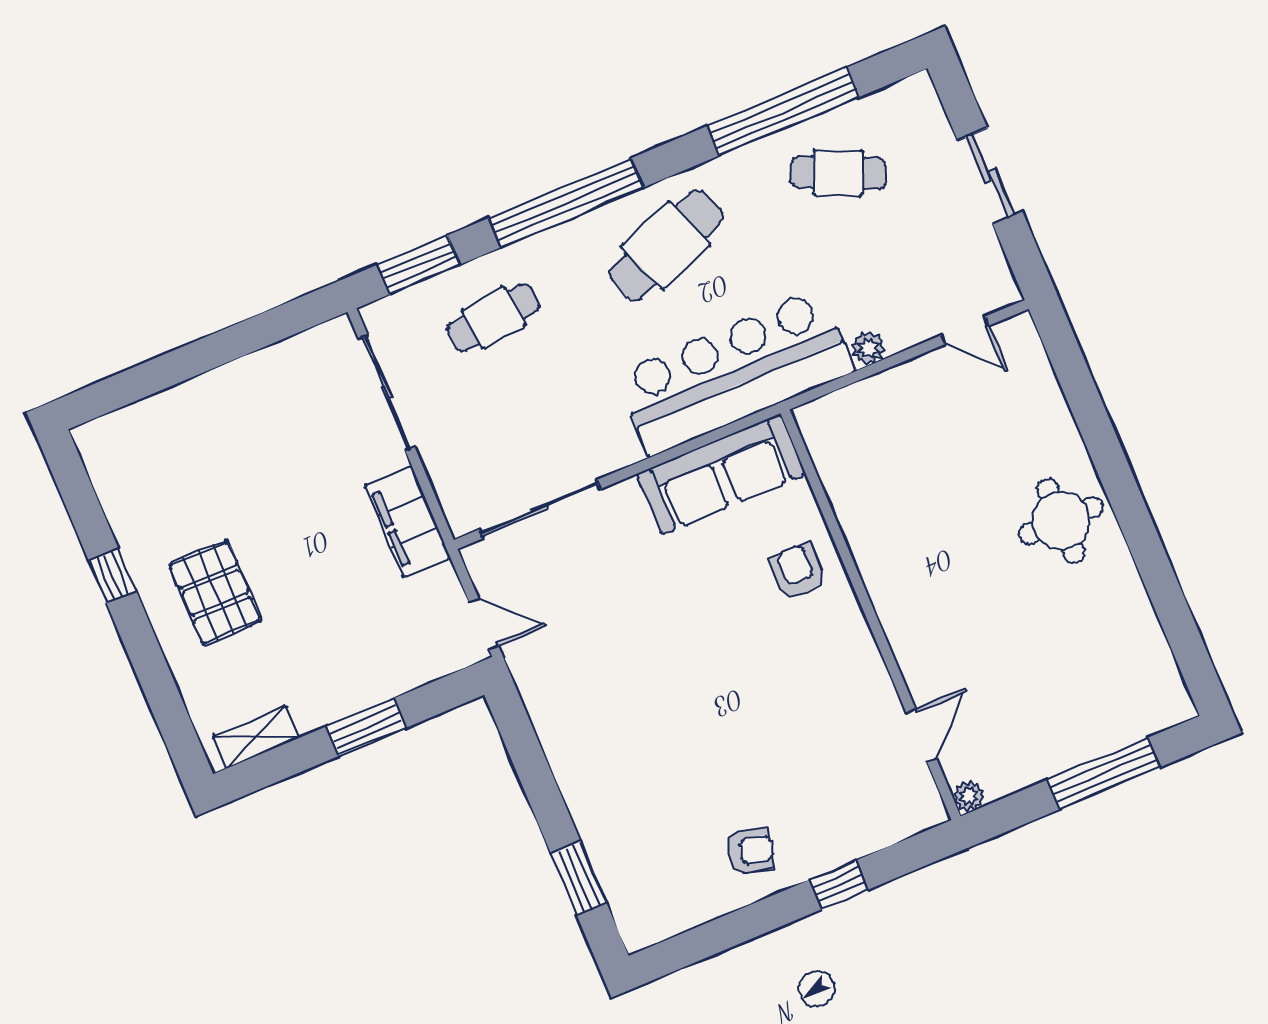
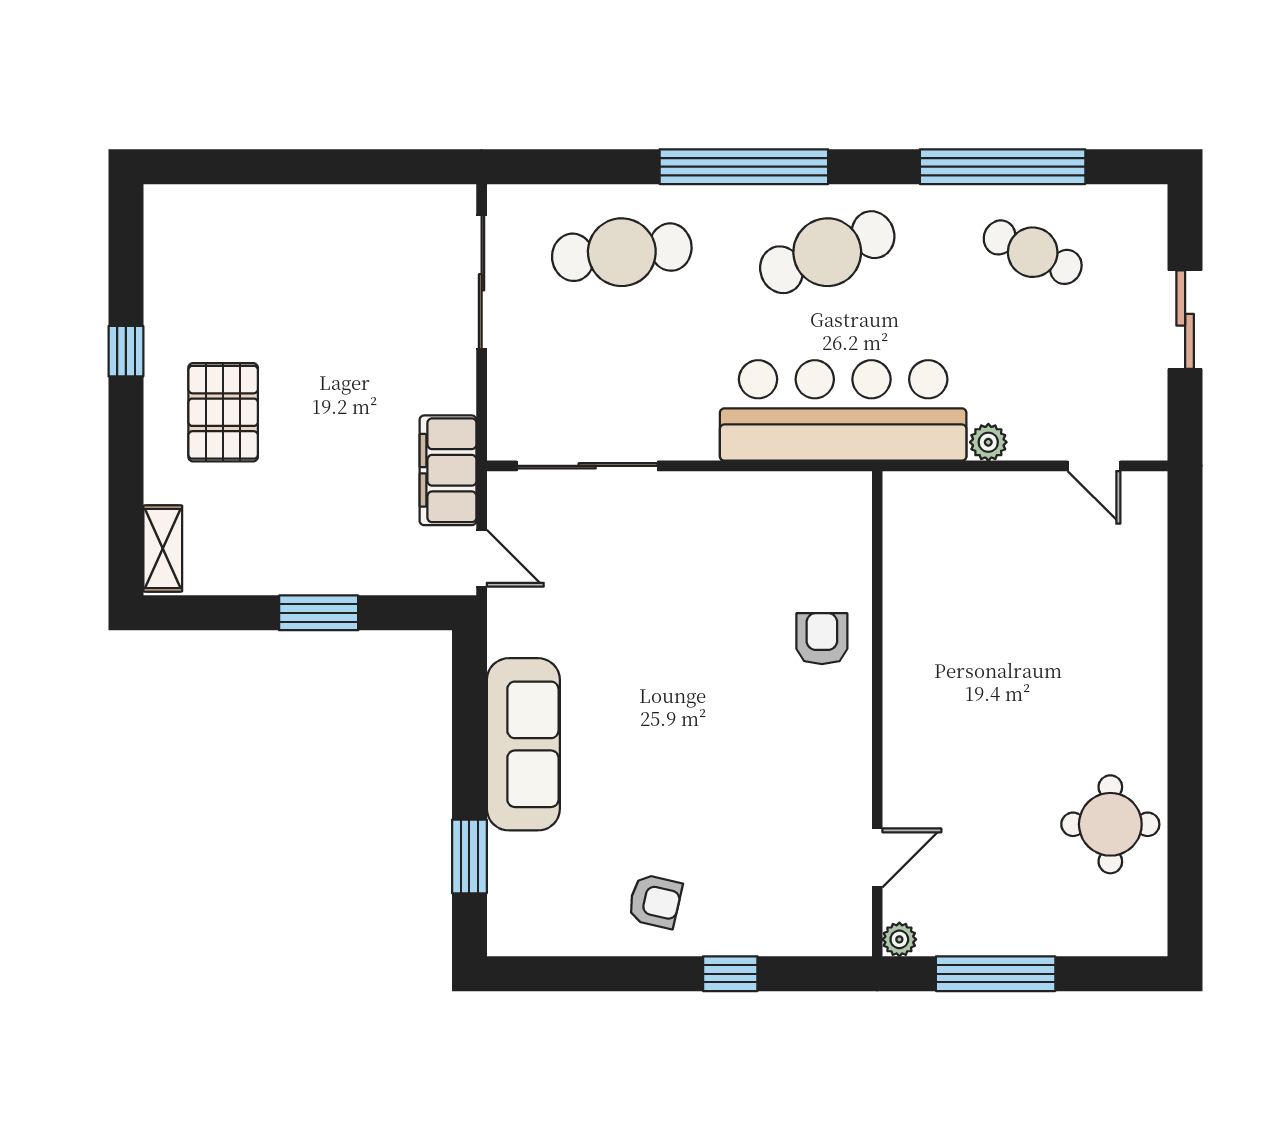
window: (419, 265) -> (568, 167), removed
cafe table: (493, 318) -> (622, 252), width x1.37, depth x1.35
sofa: (721, 474) -> (523, 744), moved, turned -90
round table: (1061, 521) -> (1110, 824), moved
filing cabinet: (408, 522) -> (448, 470), moved
shelving: (256, 737) -> (163, 549), moved, turned 90
window: (1104, 773) -> (996, 974), moved

